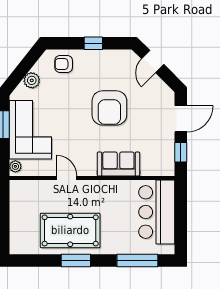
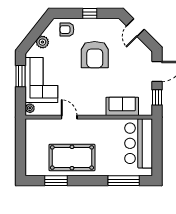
armchair: (109, 108) -> (95, 55), moved
sofa: (118, 164) -> (122, 106), moved
window: (76, 261) -> (56, 181), moved

